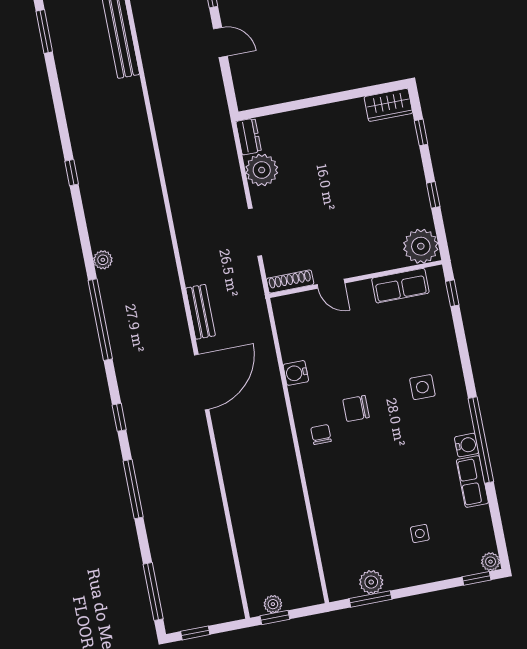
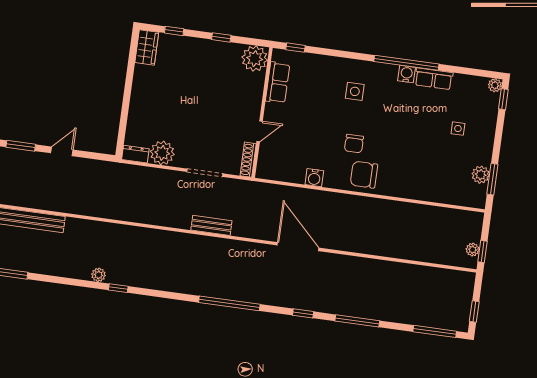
plant: (103, 260) -> (98, 275), moved
bench: (201, 312) -> (211, 225), moved
chair: (321, 435) -> (364, 175), width x1.87, depth x1.87

